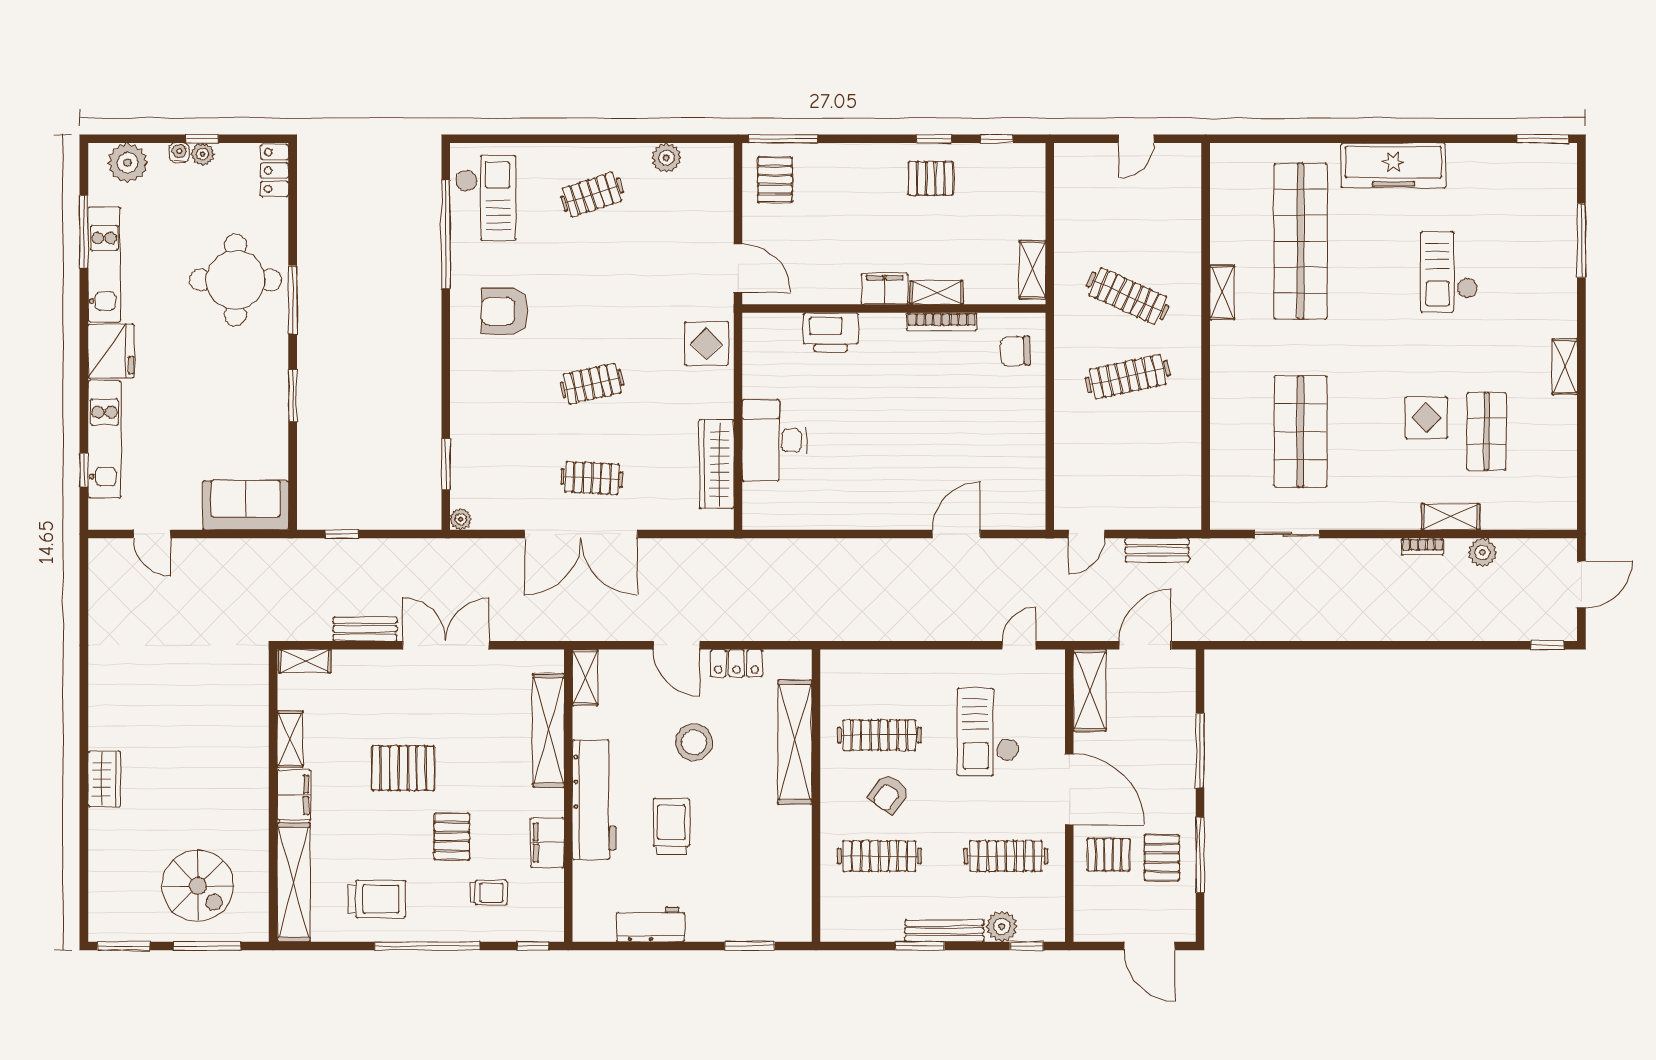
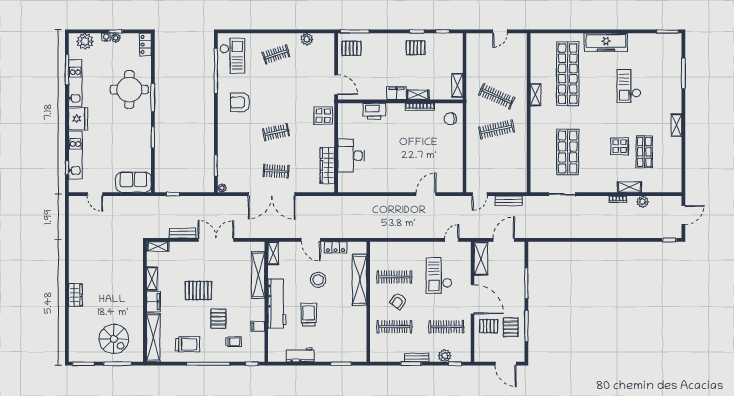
pallet: (775, 180) -> (351, 48), turned 90
filing cabinet: (547, 843) -> (258, 326), width x0.50
bench: (944, 931) -> (417, 357), width x0.73

